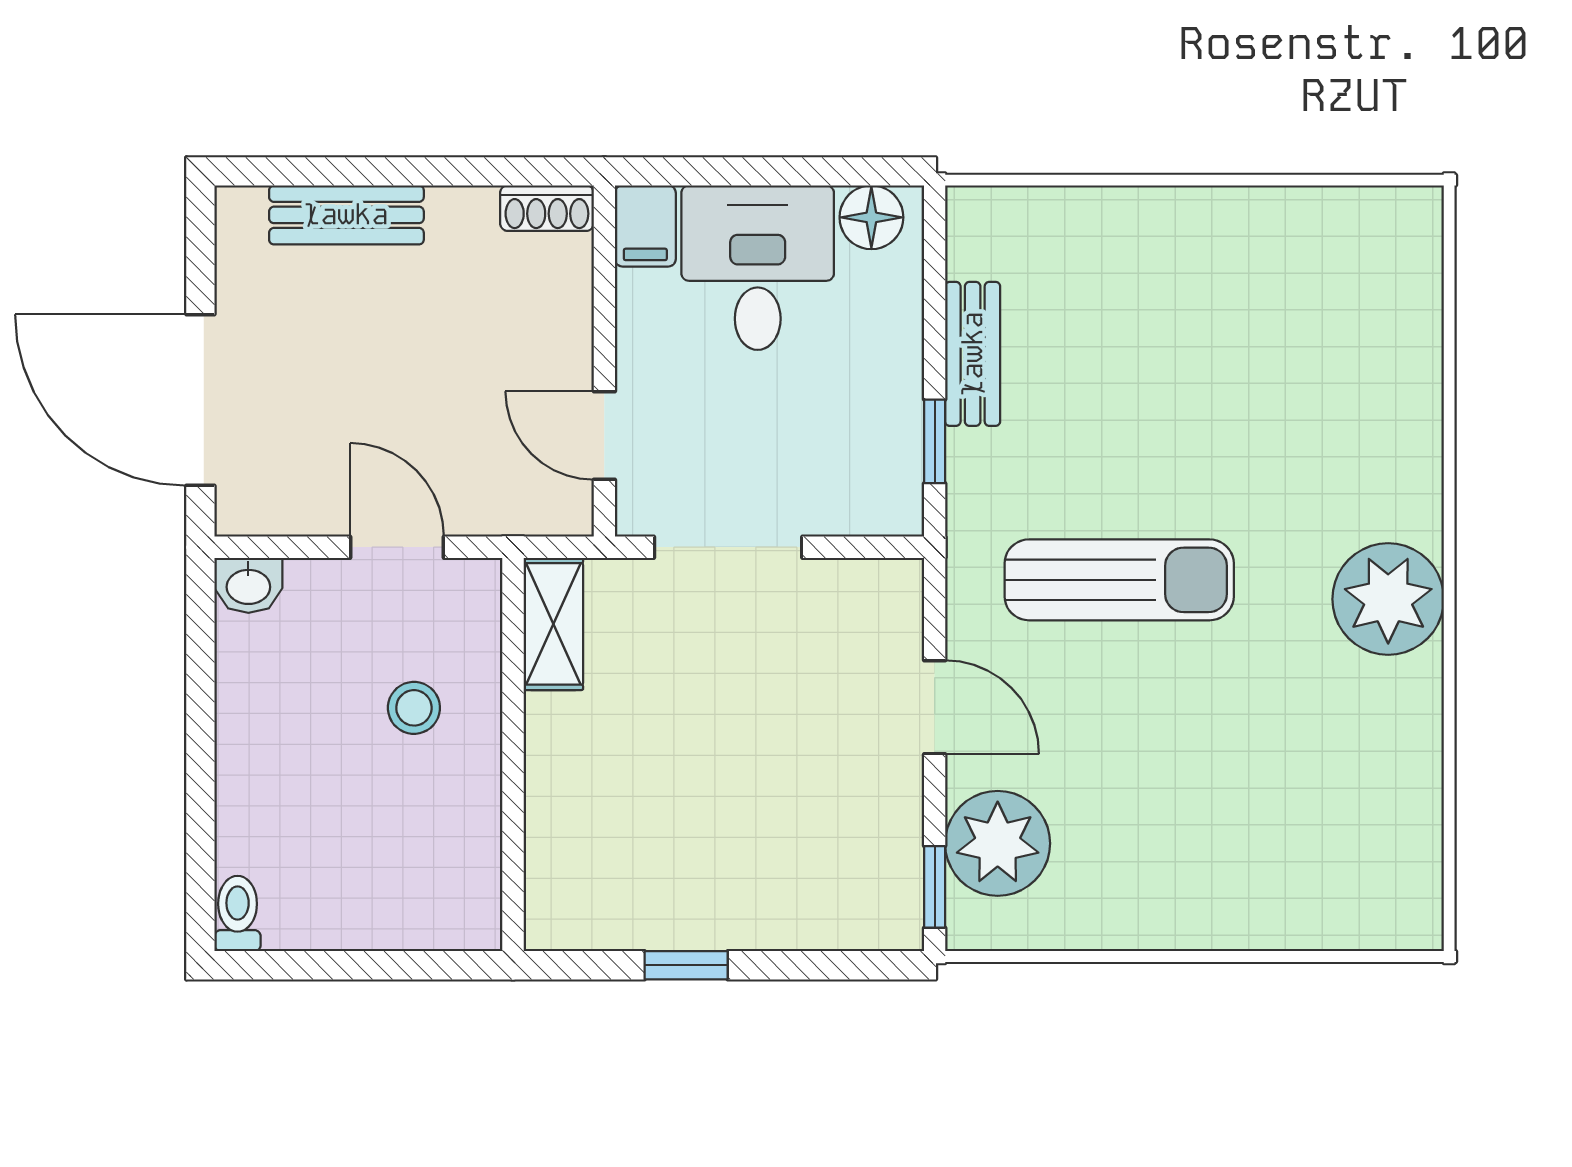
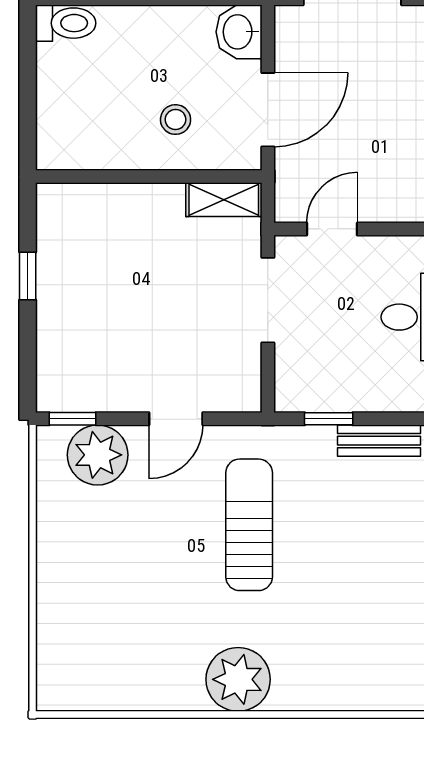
door: (397, 547) -> (268, 110), width x1.38
sun lounger: (1119, 580) -> (249, 525), turned 180
washbasin: (248, 585) -> (239, 32), width x1.38, depth x1.45
toilet: (238, 914) -> (66, 23), width x1.37, depth x1.39

